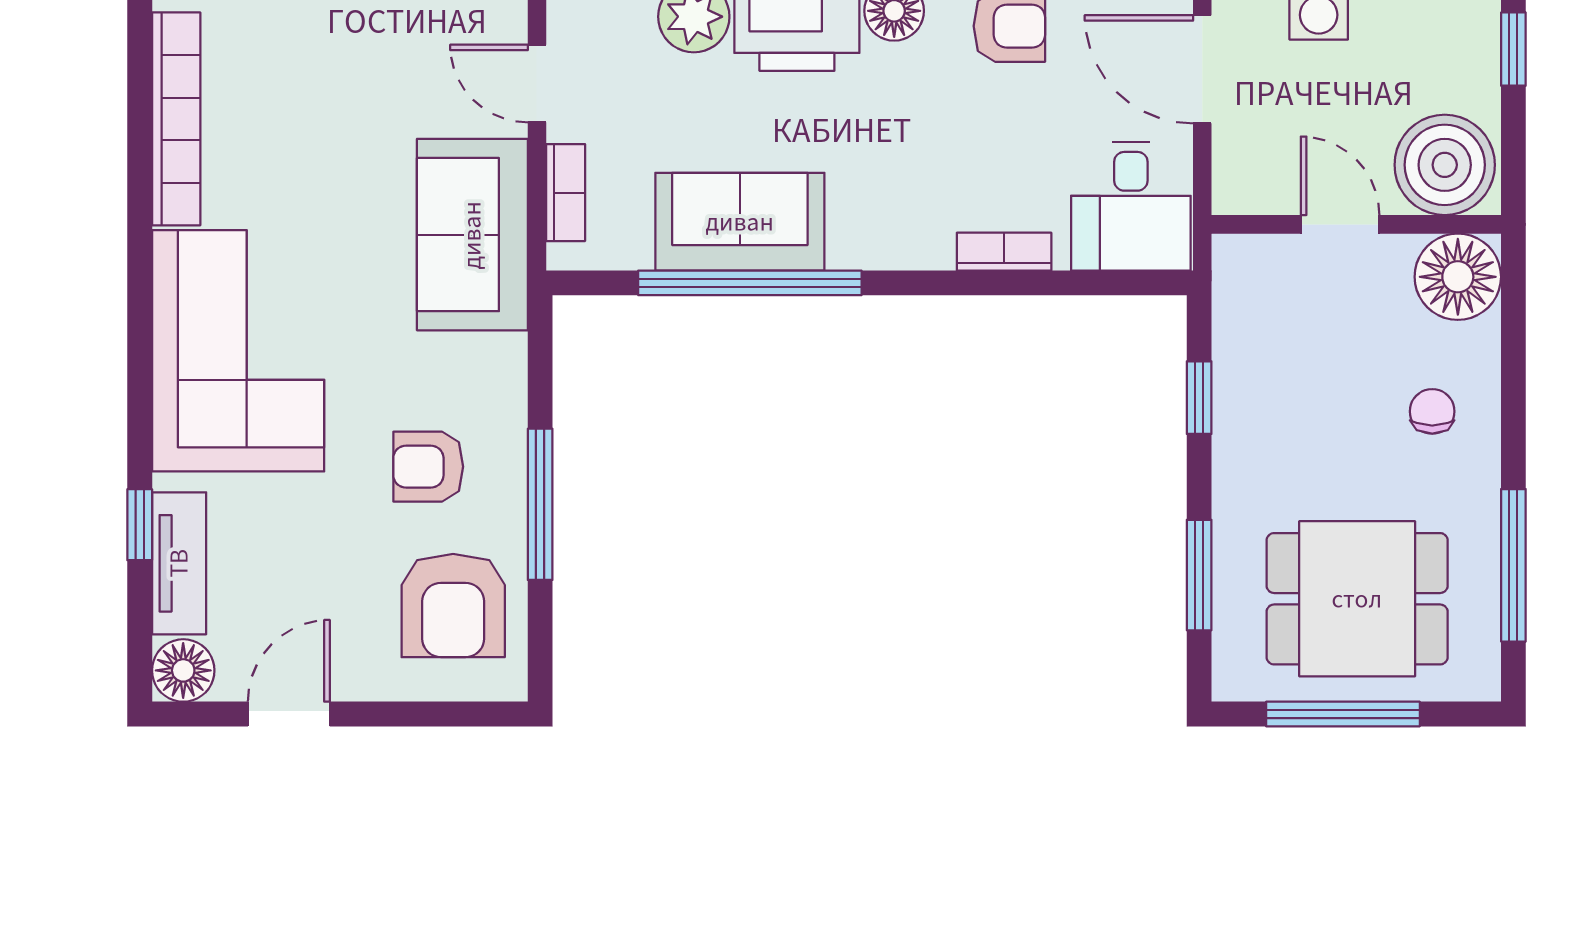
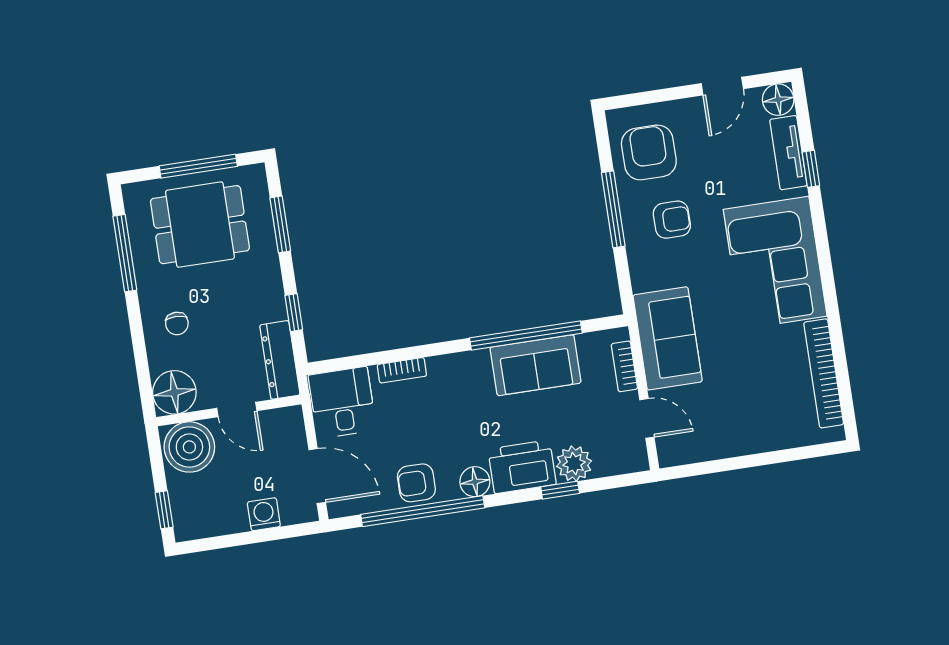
dresser: (1241, 309) -> (280, 360), added

